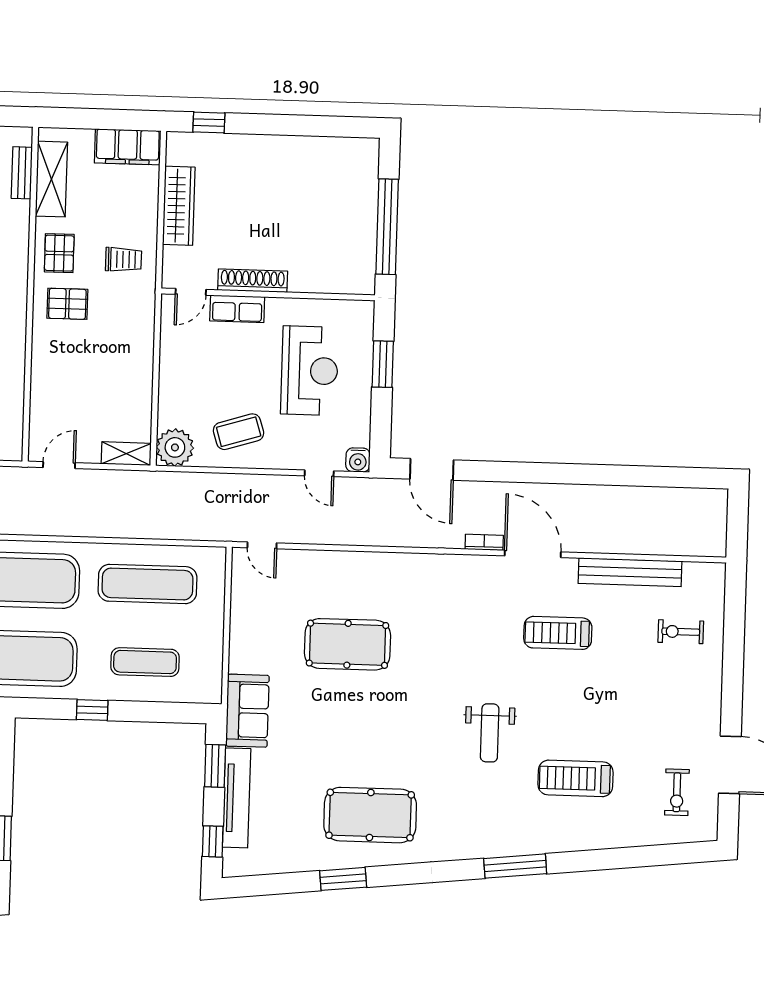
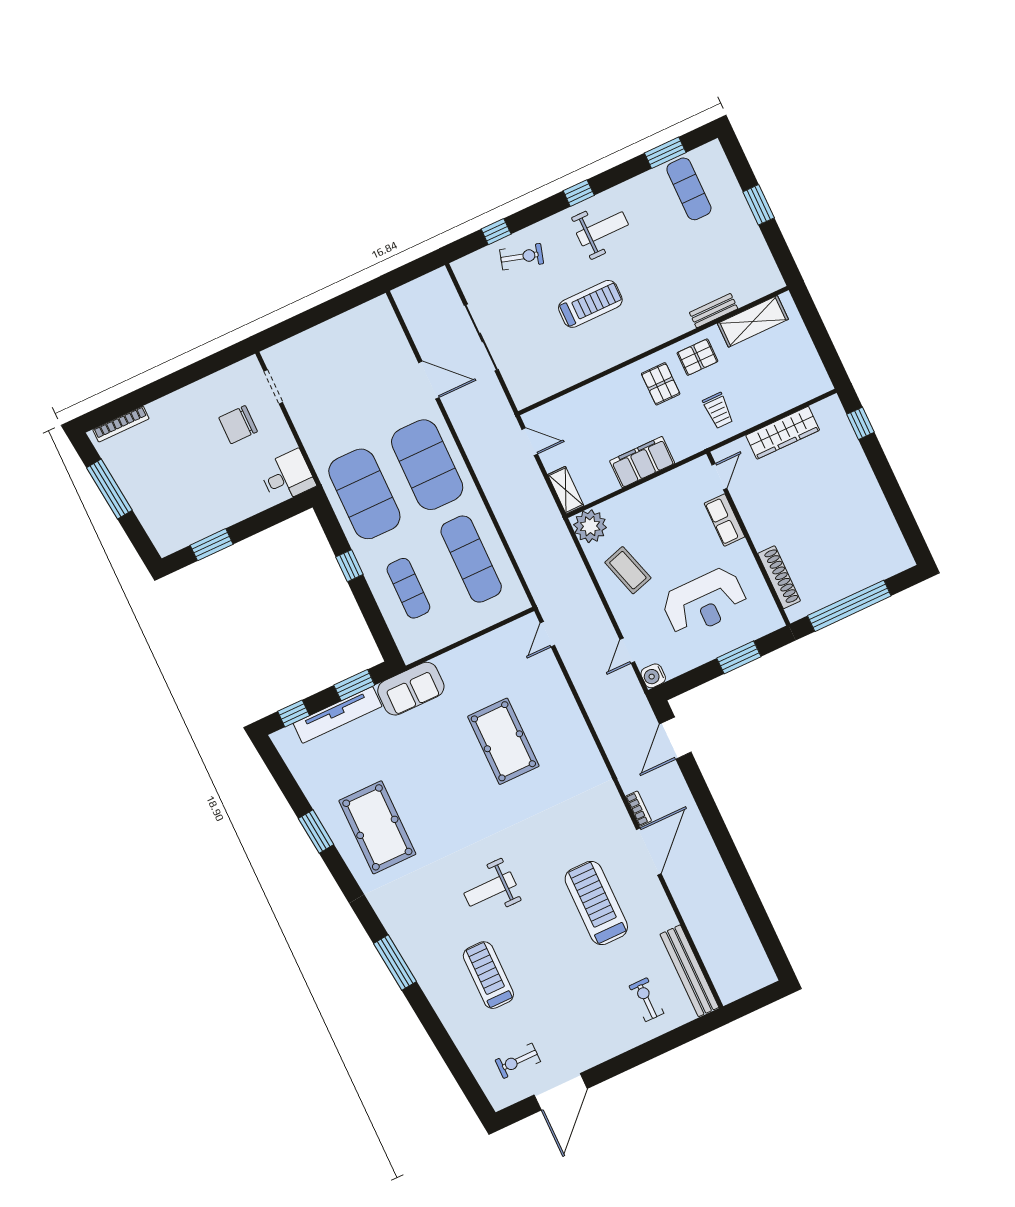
filing cabinet: (128, 147) -> (642, 462), moved, turned 90
bench: (22, 173) -> (714, 311), moved
shoe rack: (253, 281) -> (779, 577), moved
door: (191, 292) -> (719, 477), swing flipped
bench: (630, 572) -> (689, 971), moved
treadmill: (558, 633) -> (596, 903), width x1.37, depth x1.38

